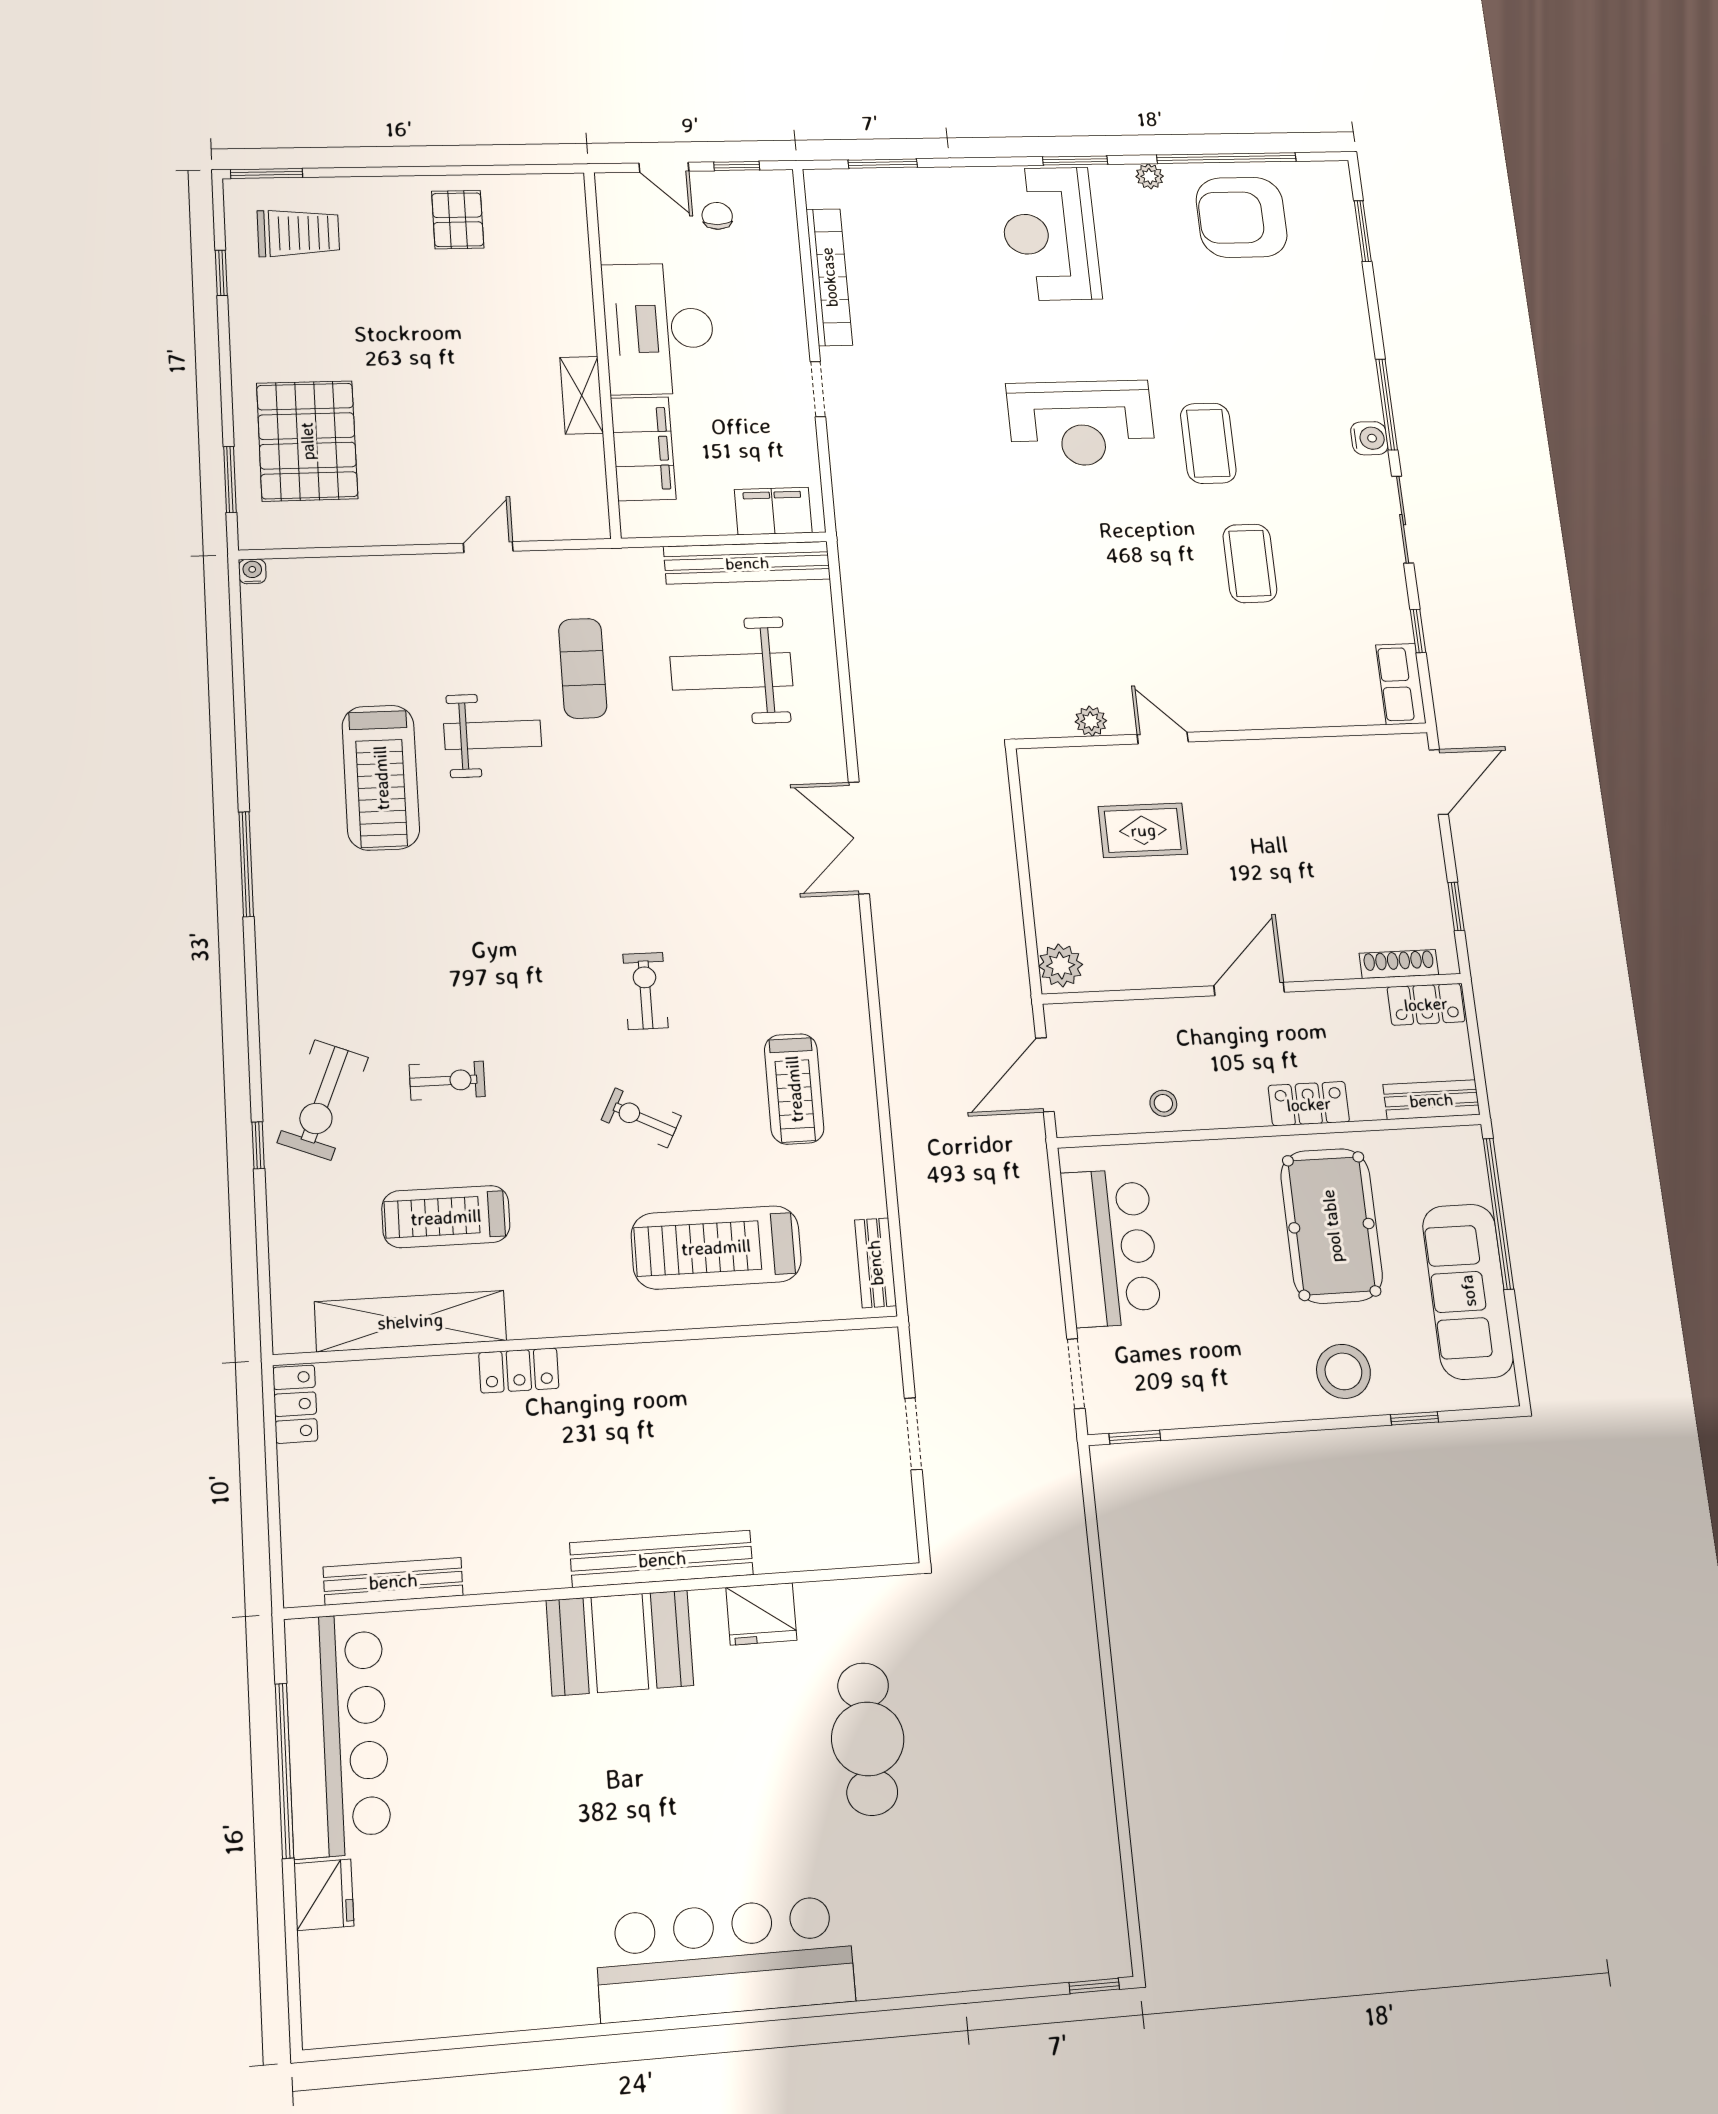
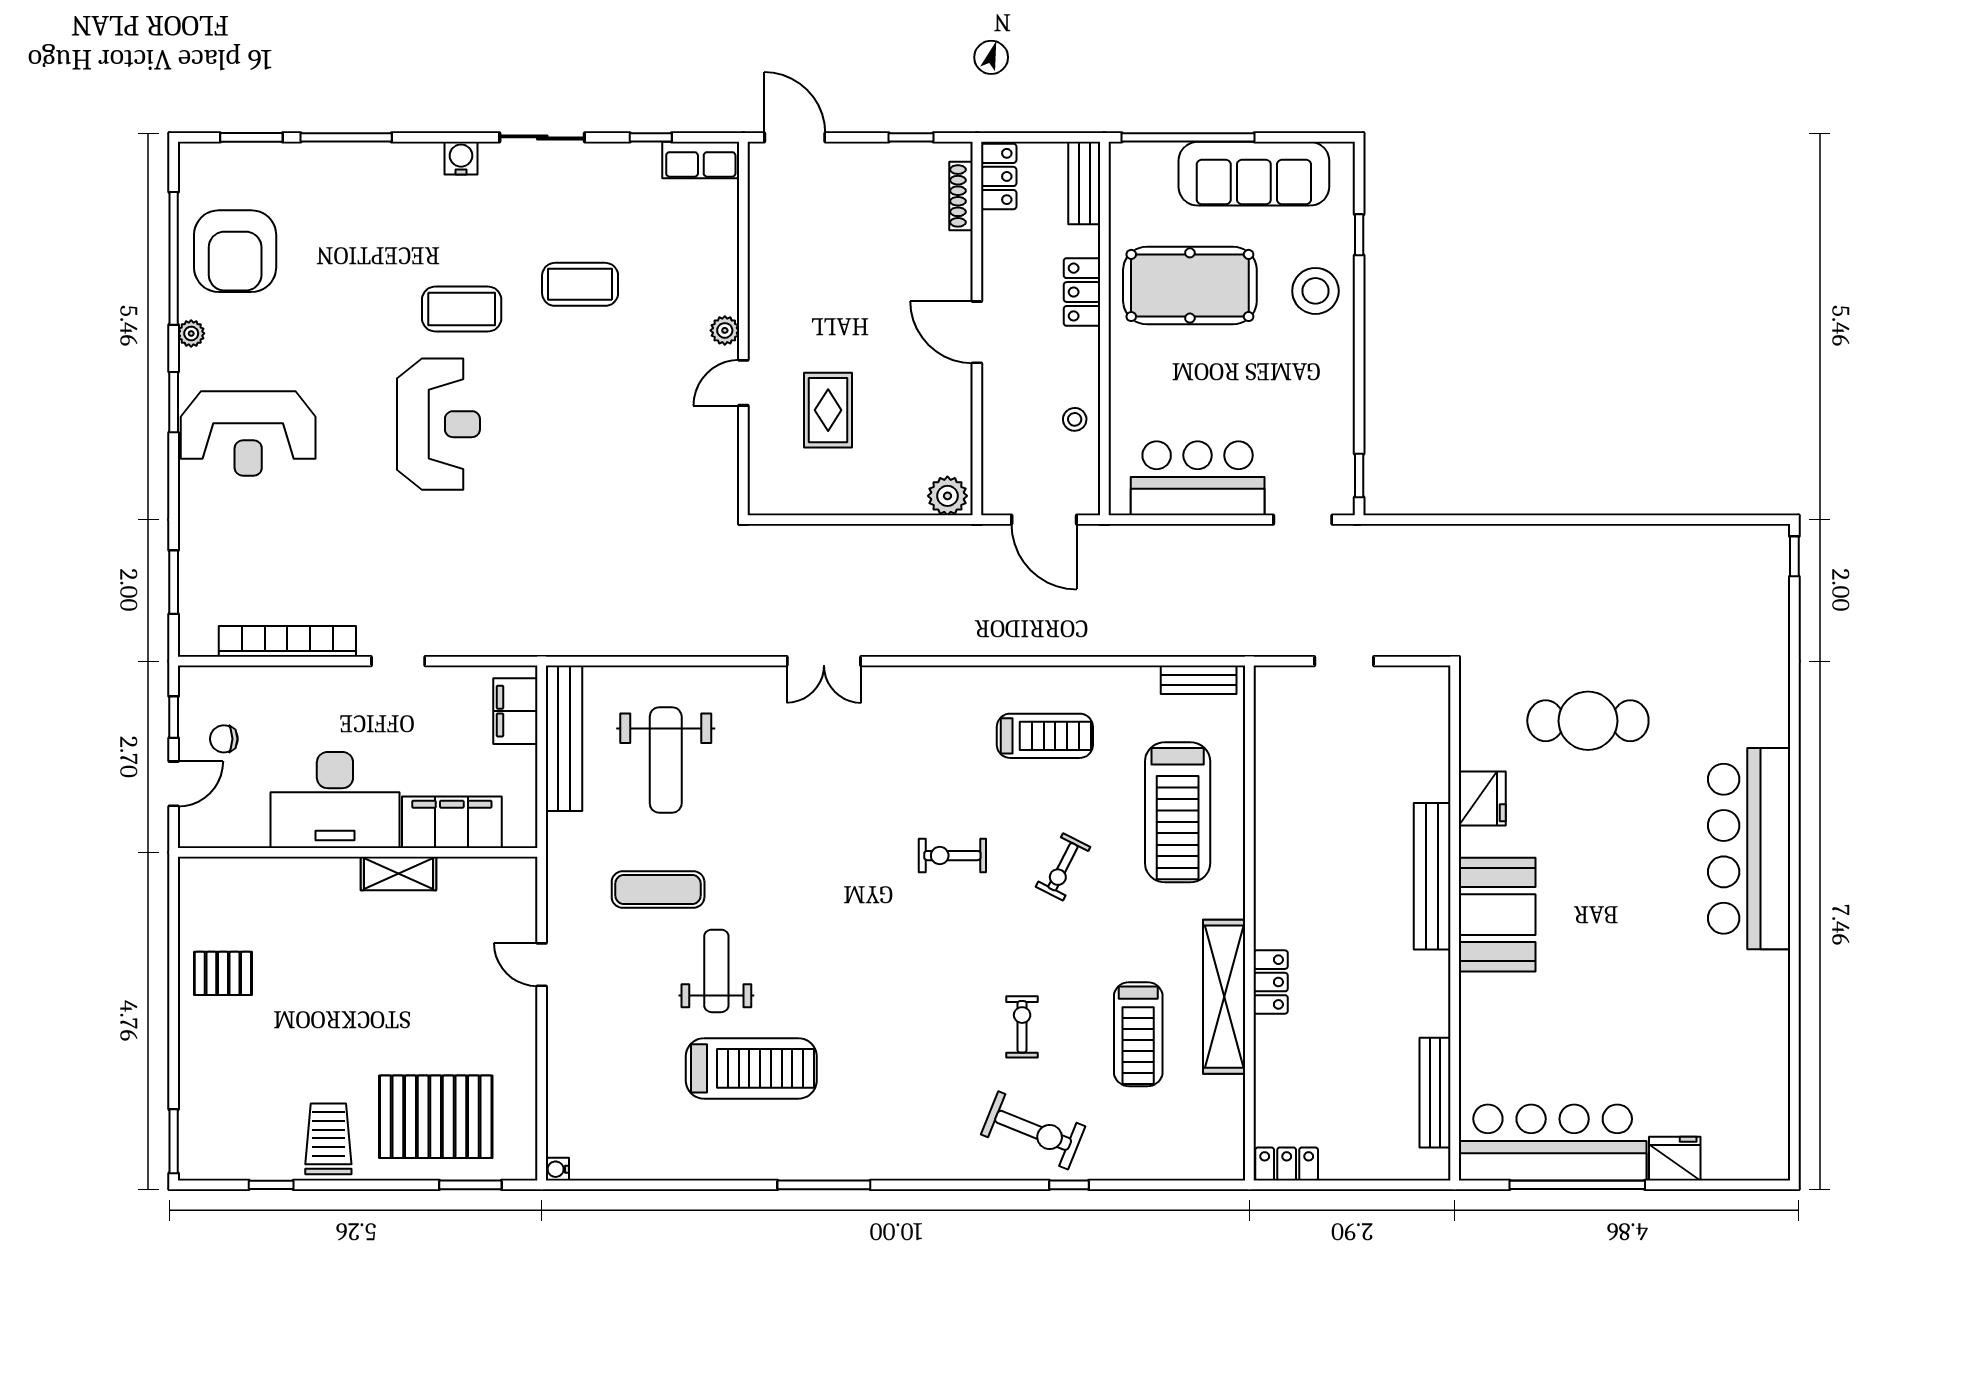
trolley: (298, 233) -> (328, 1139), moved
window: (1387, 404) -> (346, 137), moved
plant: (1091, 721) -> (725, 330), moved
double door: (859, 838) -> (824, 661), width x0.73
shelving: (410, 1321) -> (1224, 997), moved

